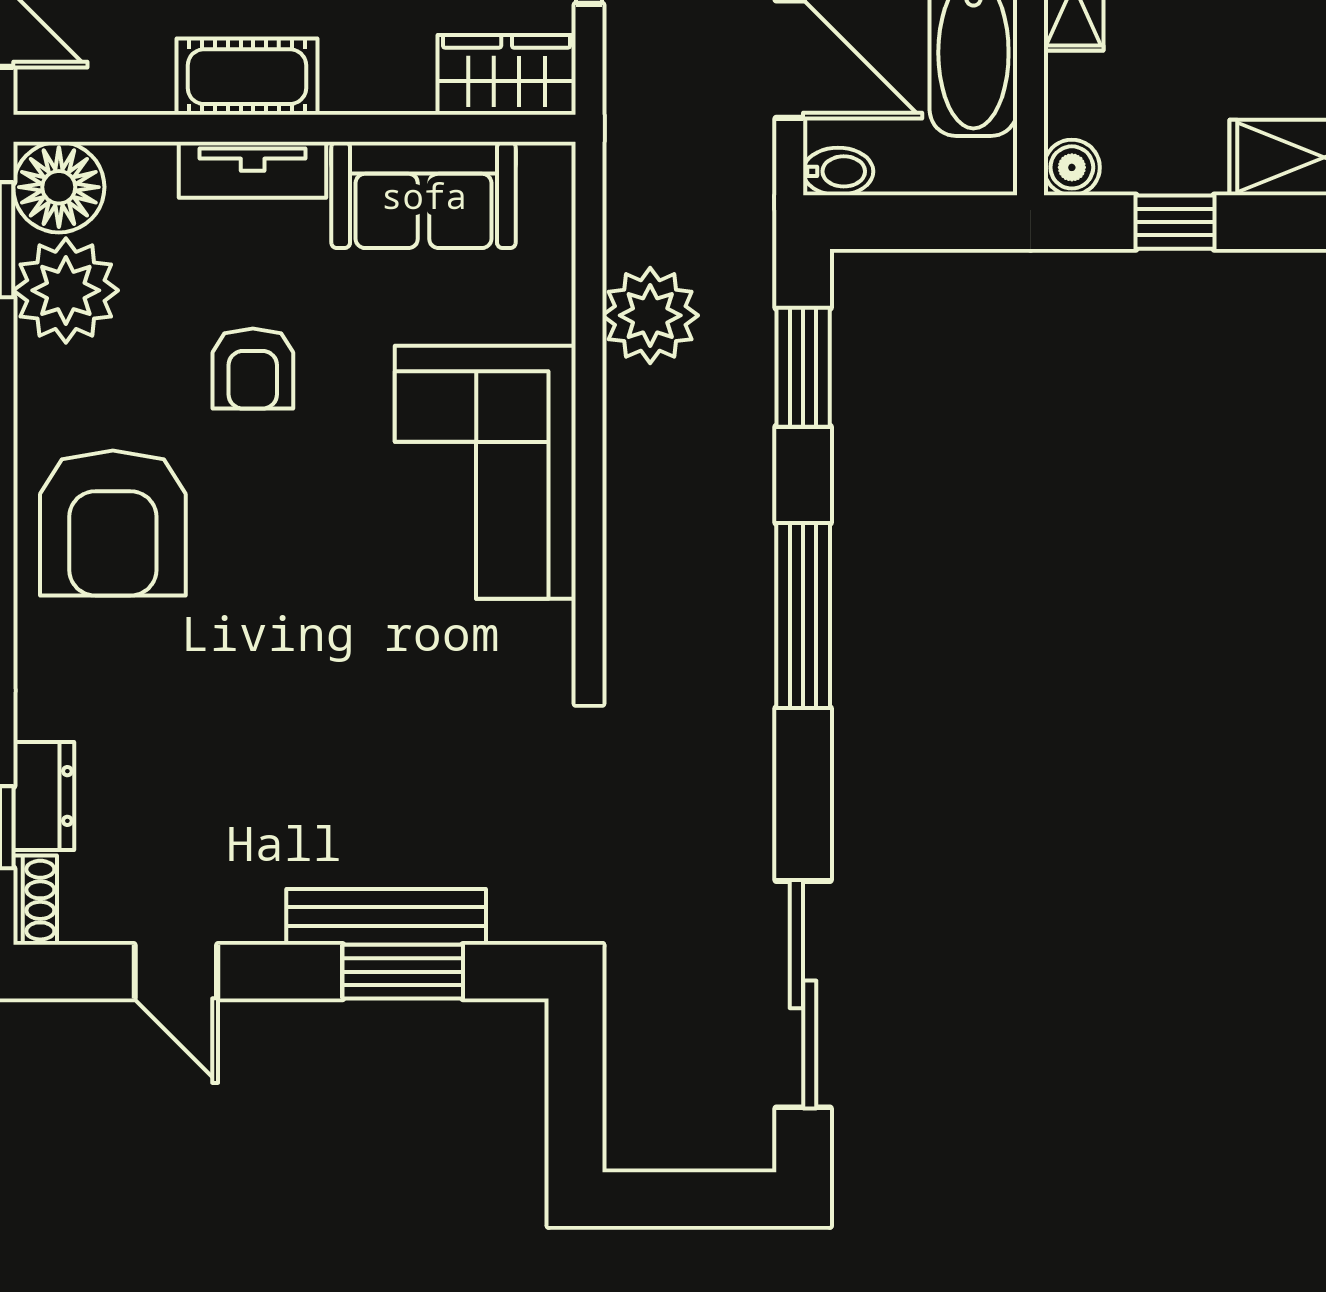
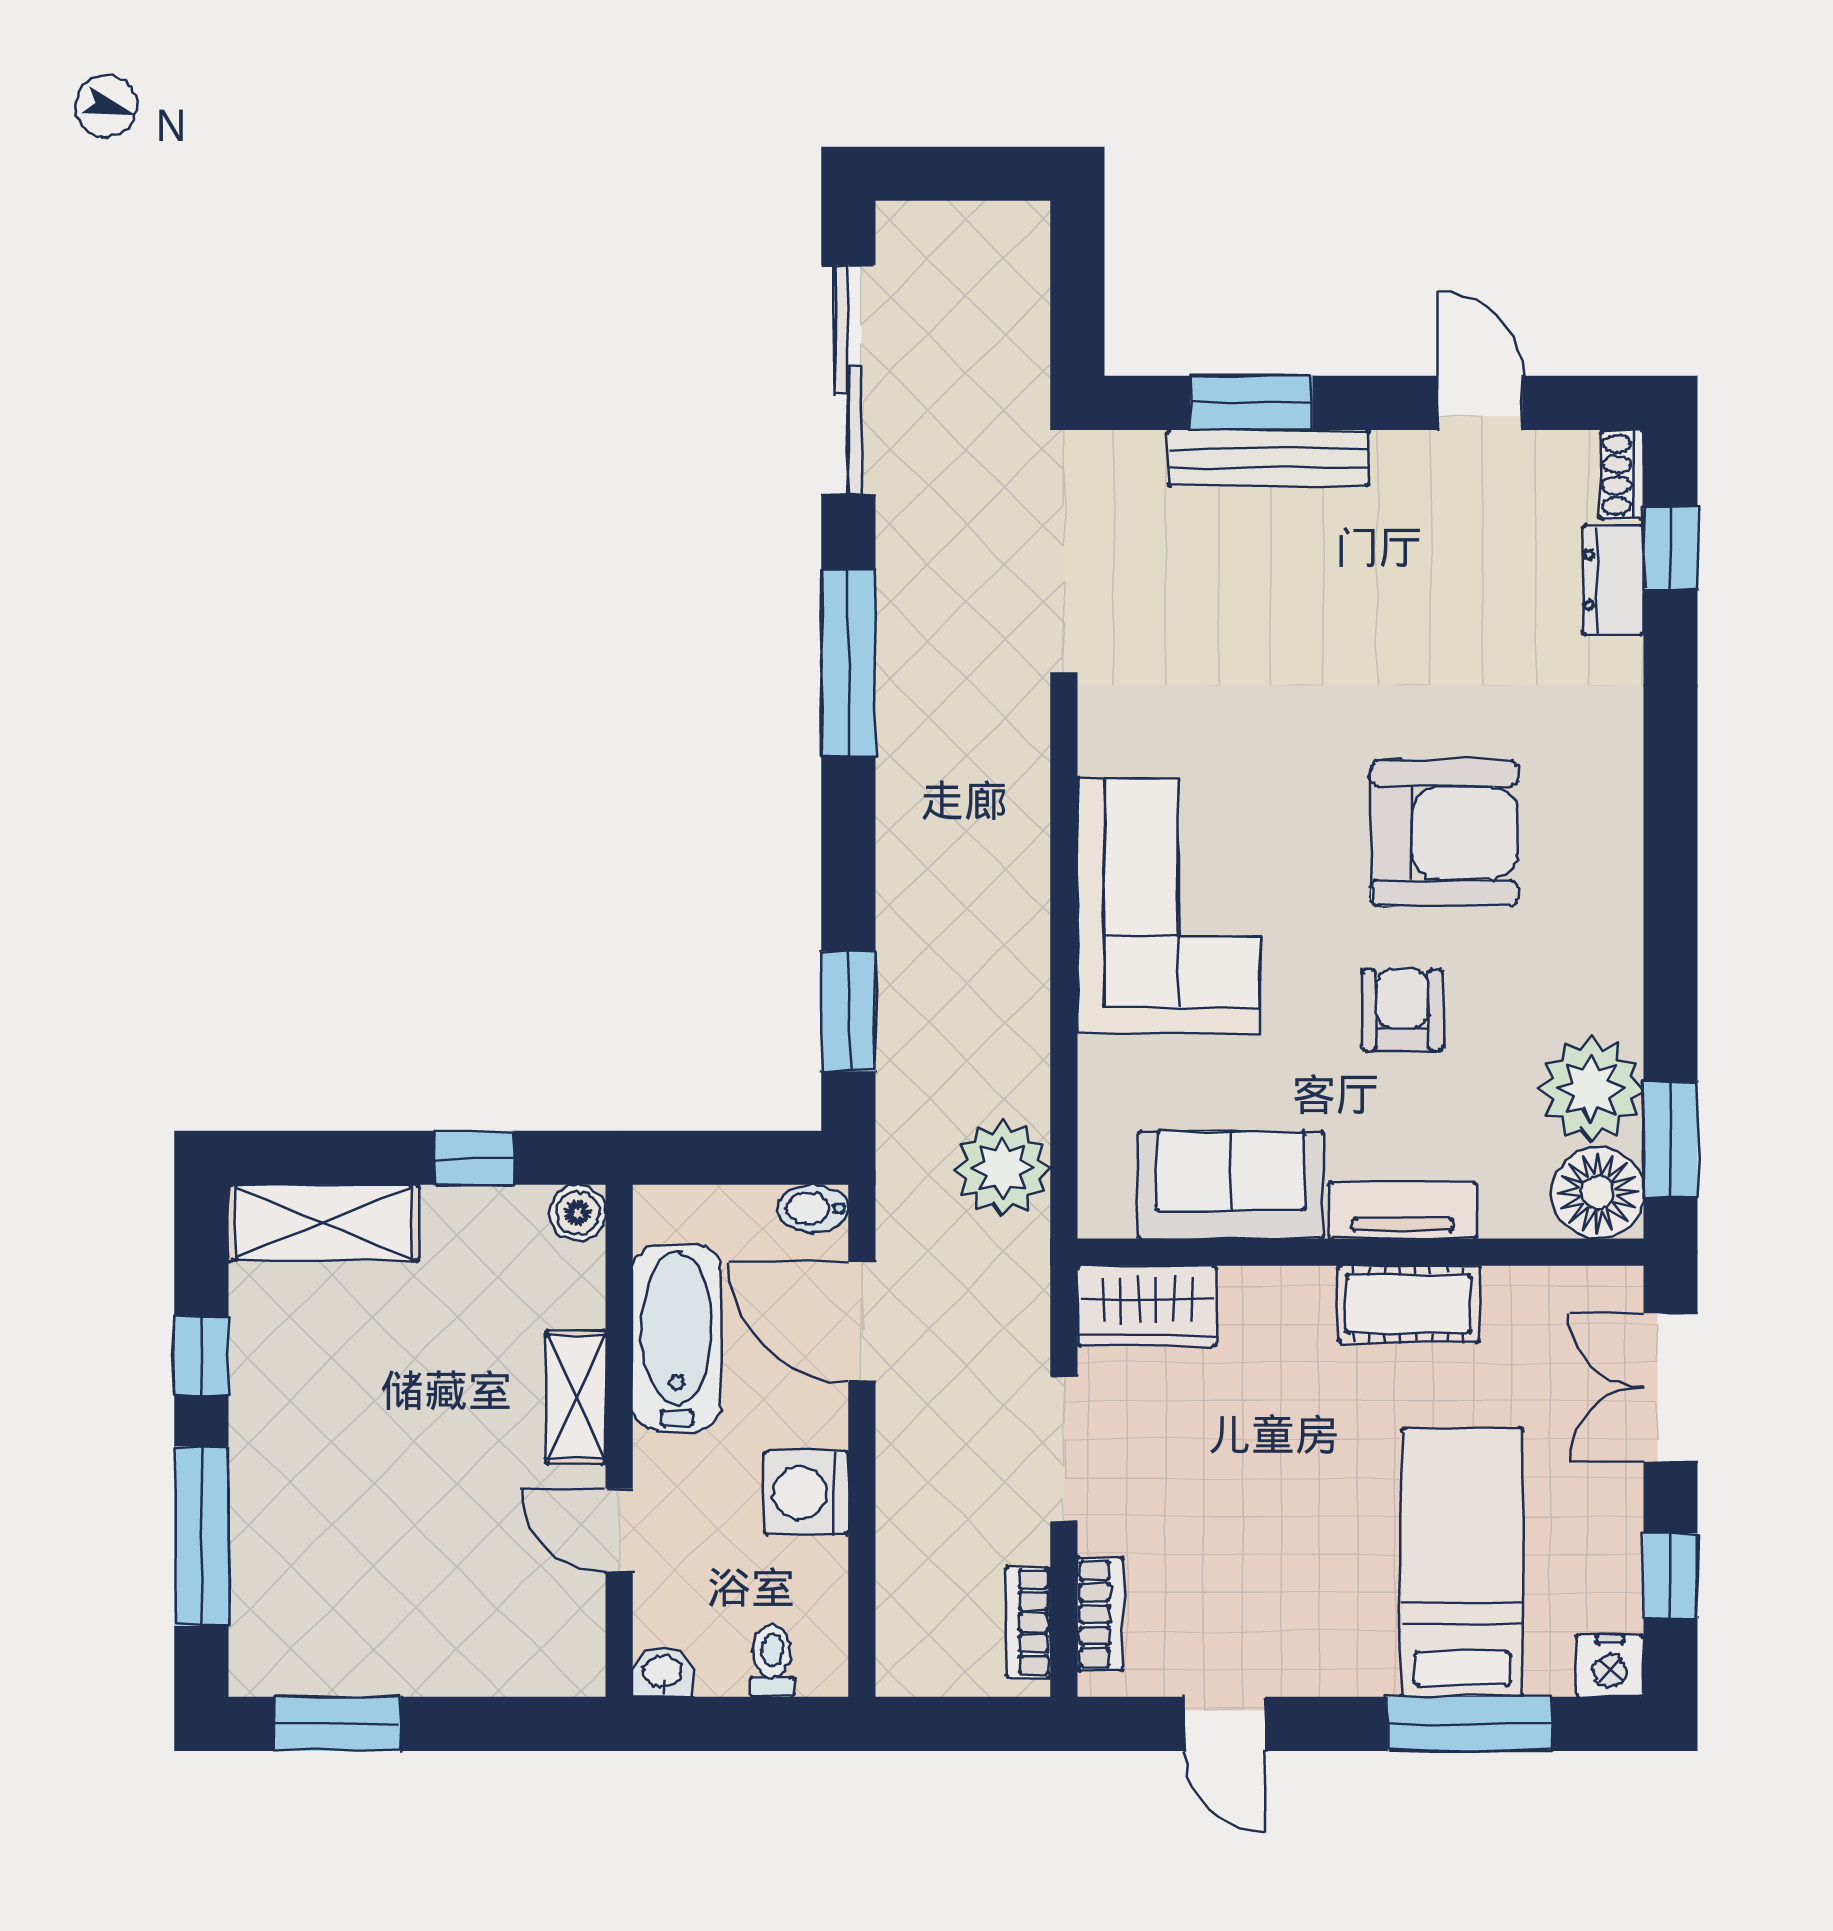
plant: (650, 315) -> (1002, 1168), moved
armchair: (113, 523) -> (1444, 833), moved, turned 90
window: (803, 616) -> (848, 663), moved

